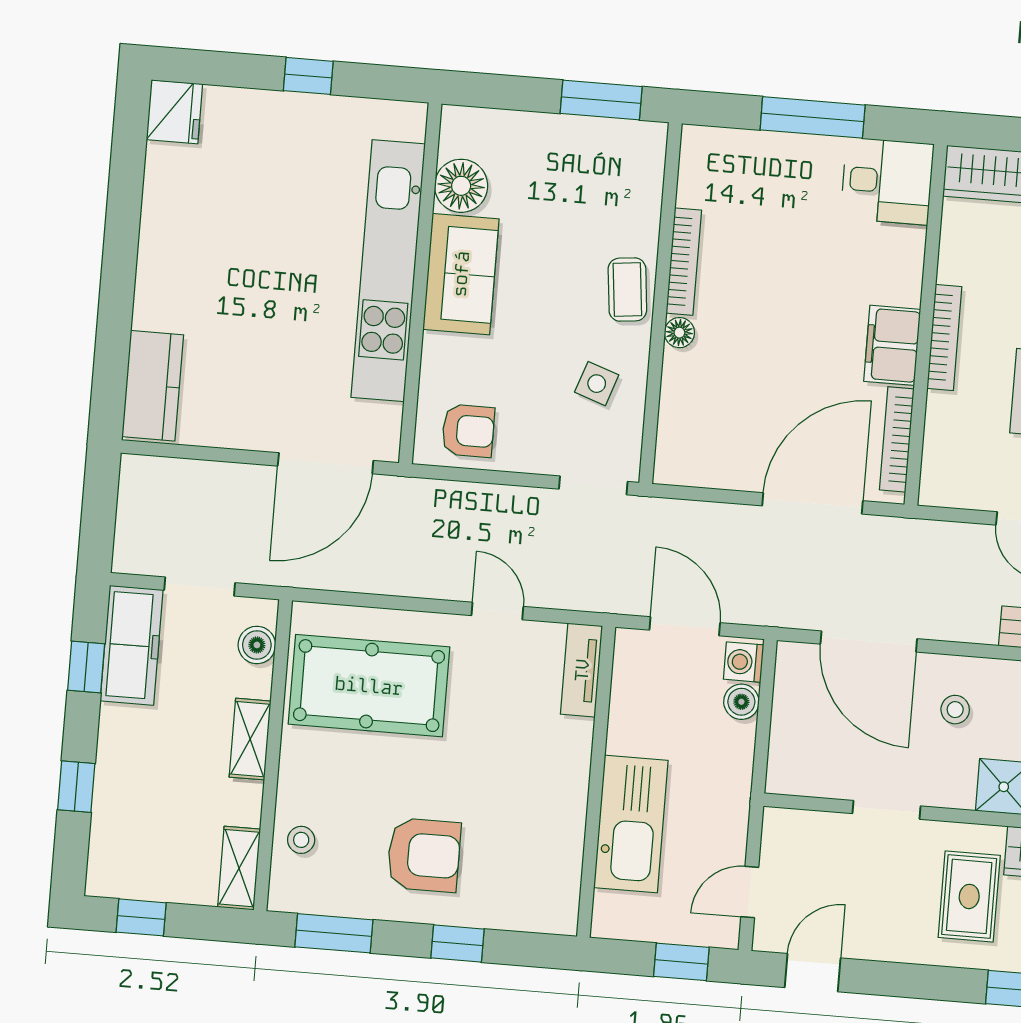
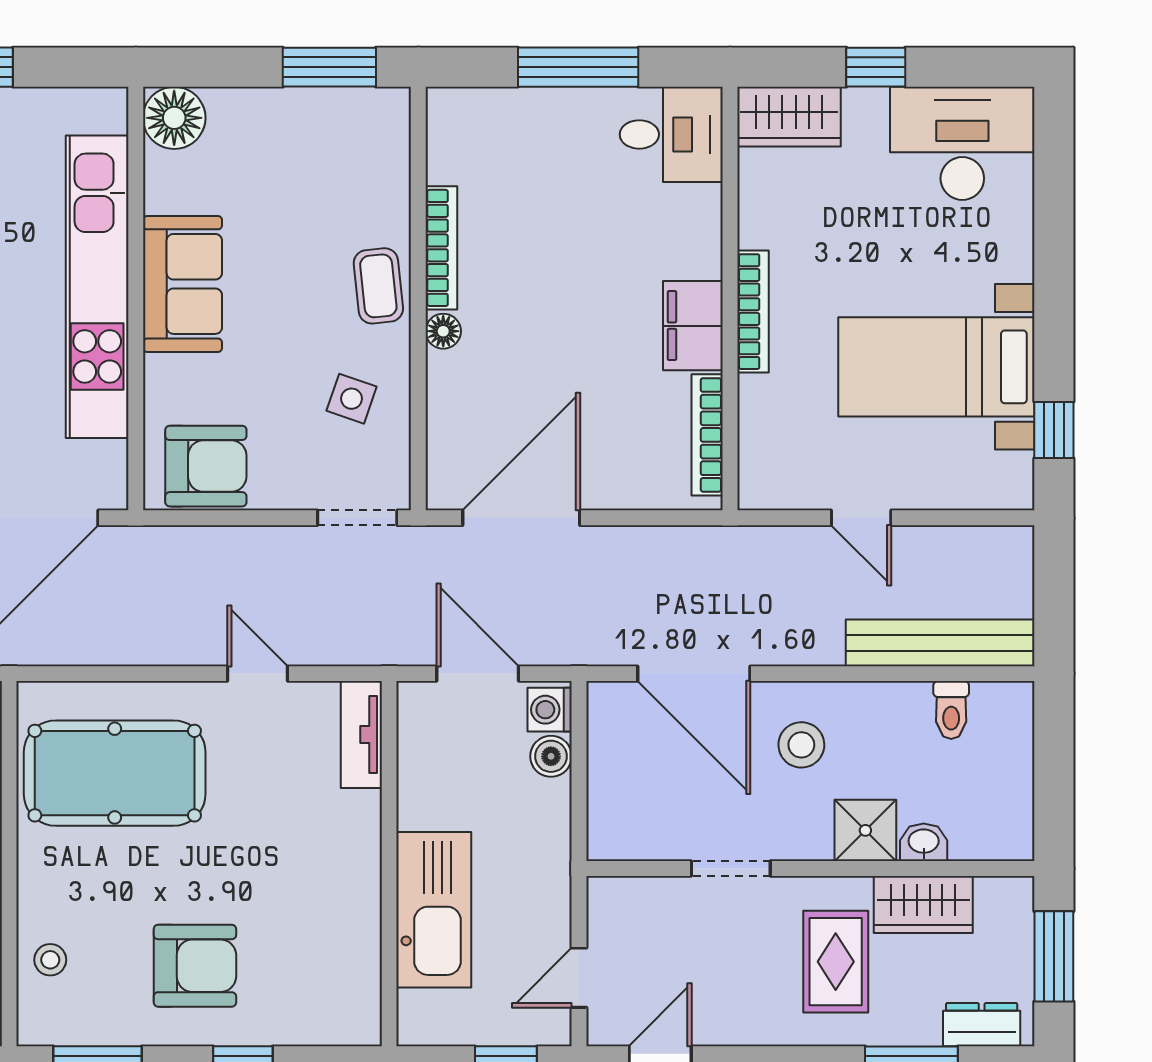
floor lamp: (461, 186) -> (174, 118), moved
armchair: (468, 431) -> (206, 466), width x1.38, depth x1.38
door: (813, 503) -> (521, 518), moved
stool: (955, 710) -> (801, 745), width x1.37, depth x1.37

